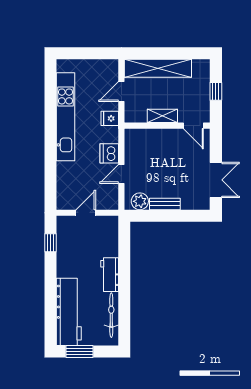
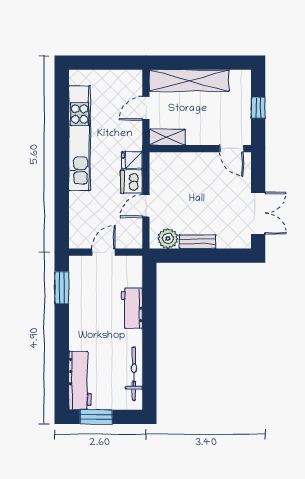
shelving: (162, 116) -> (167, 137), moved
fridge: (110, 118) -> (132, 160), moved
window: (50, 243) -> (62, 288), width x1.50
workbench: (110, 275) -> (132, 308), moved
workbench: (69, 312) -> (80, 380), width x0.73, depth x0.76

